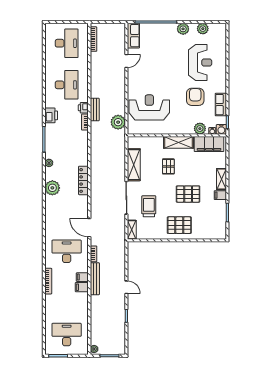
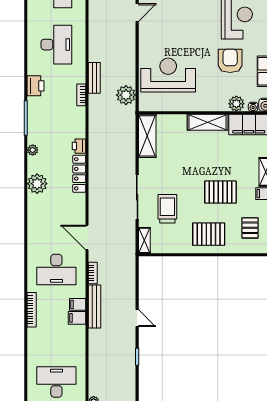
printer: (83, 108) -> (79, 146), moved
shelving: (134, 165) -> (147, 136), moved
pallet: (168, 166) -> (250, 228), moved
desk: (67, 251) -> (56, 269), turned 180

